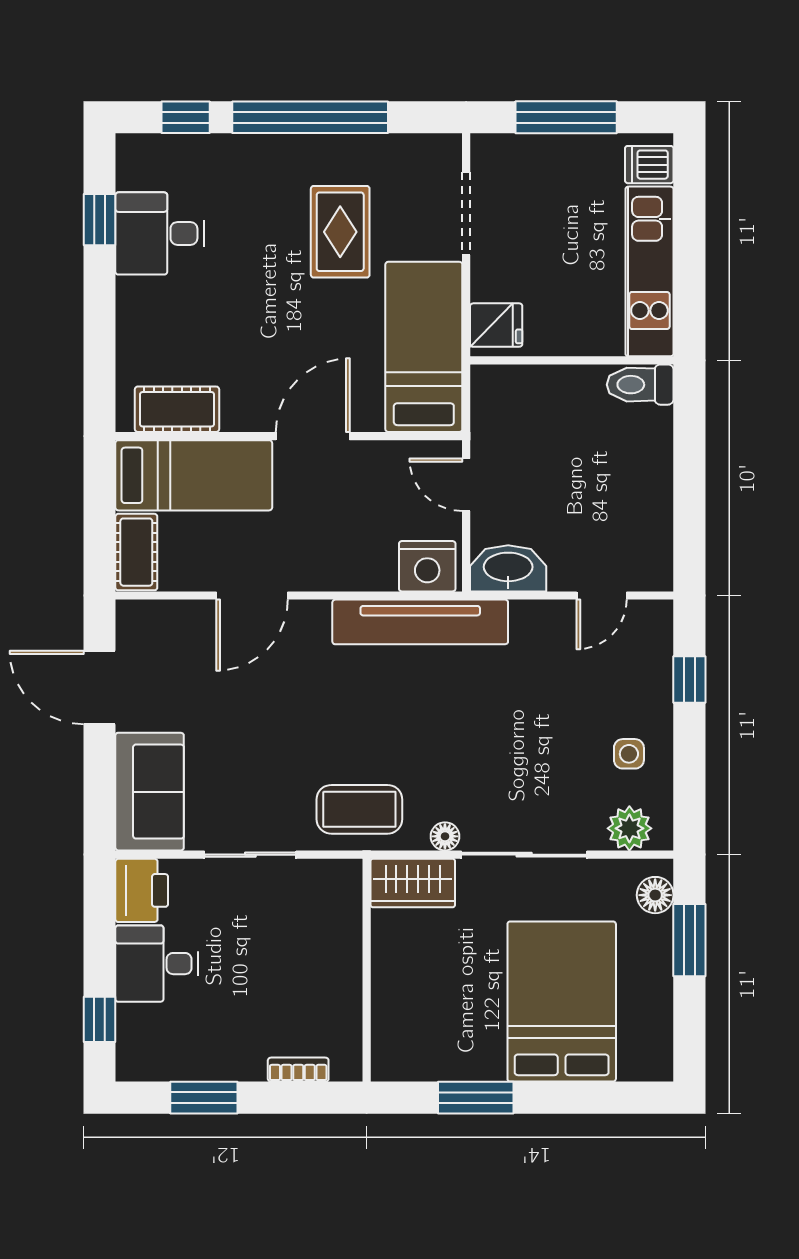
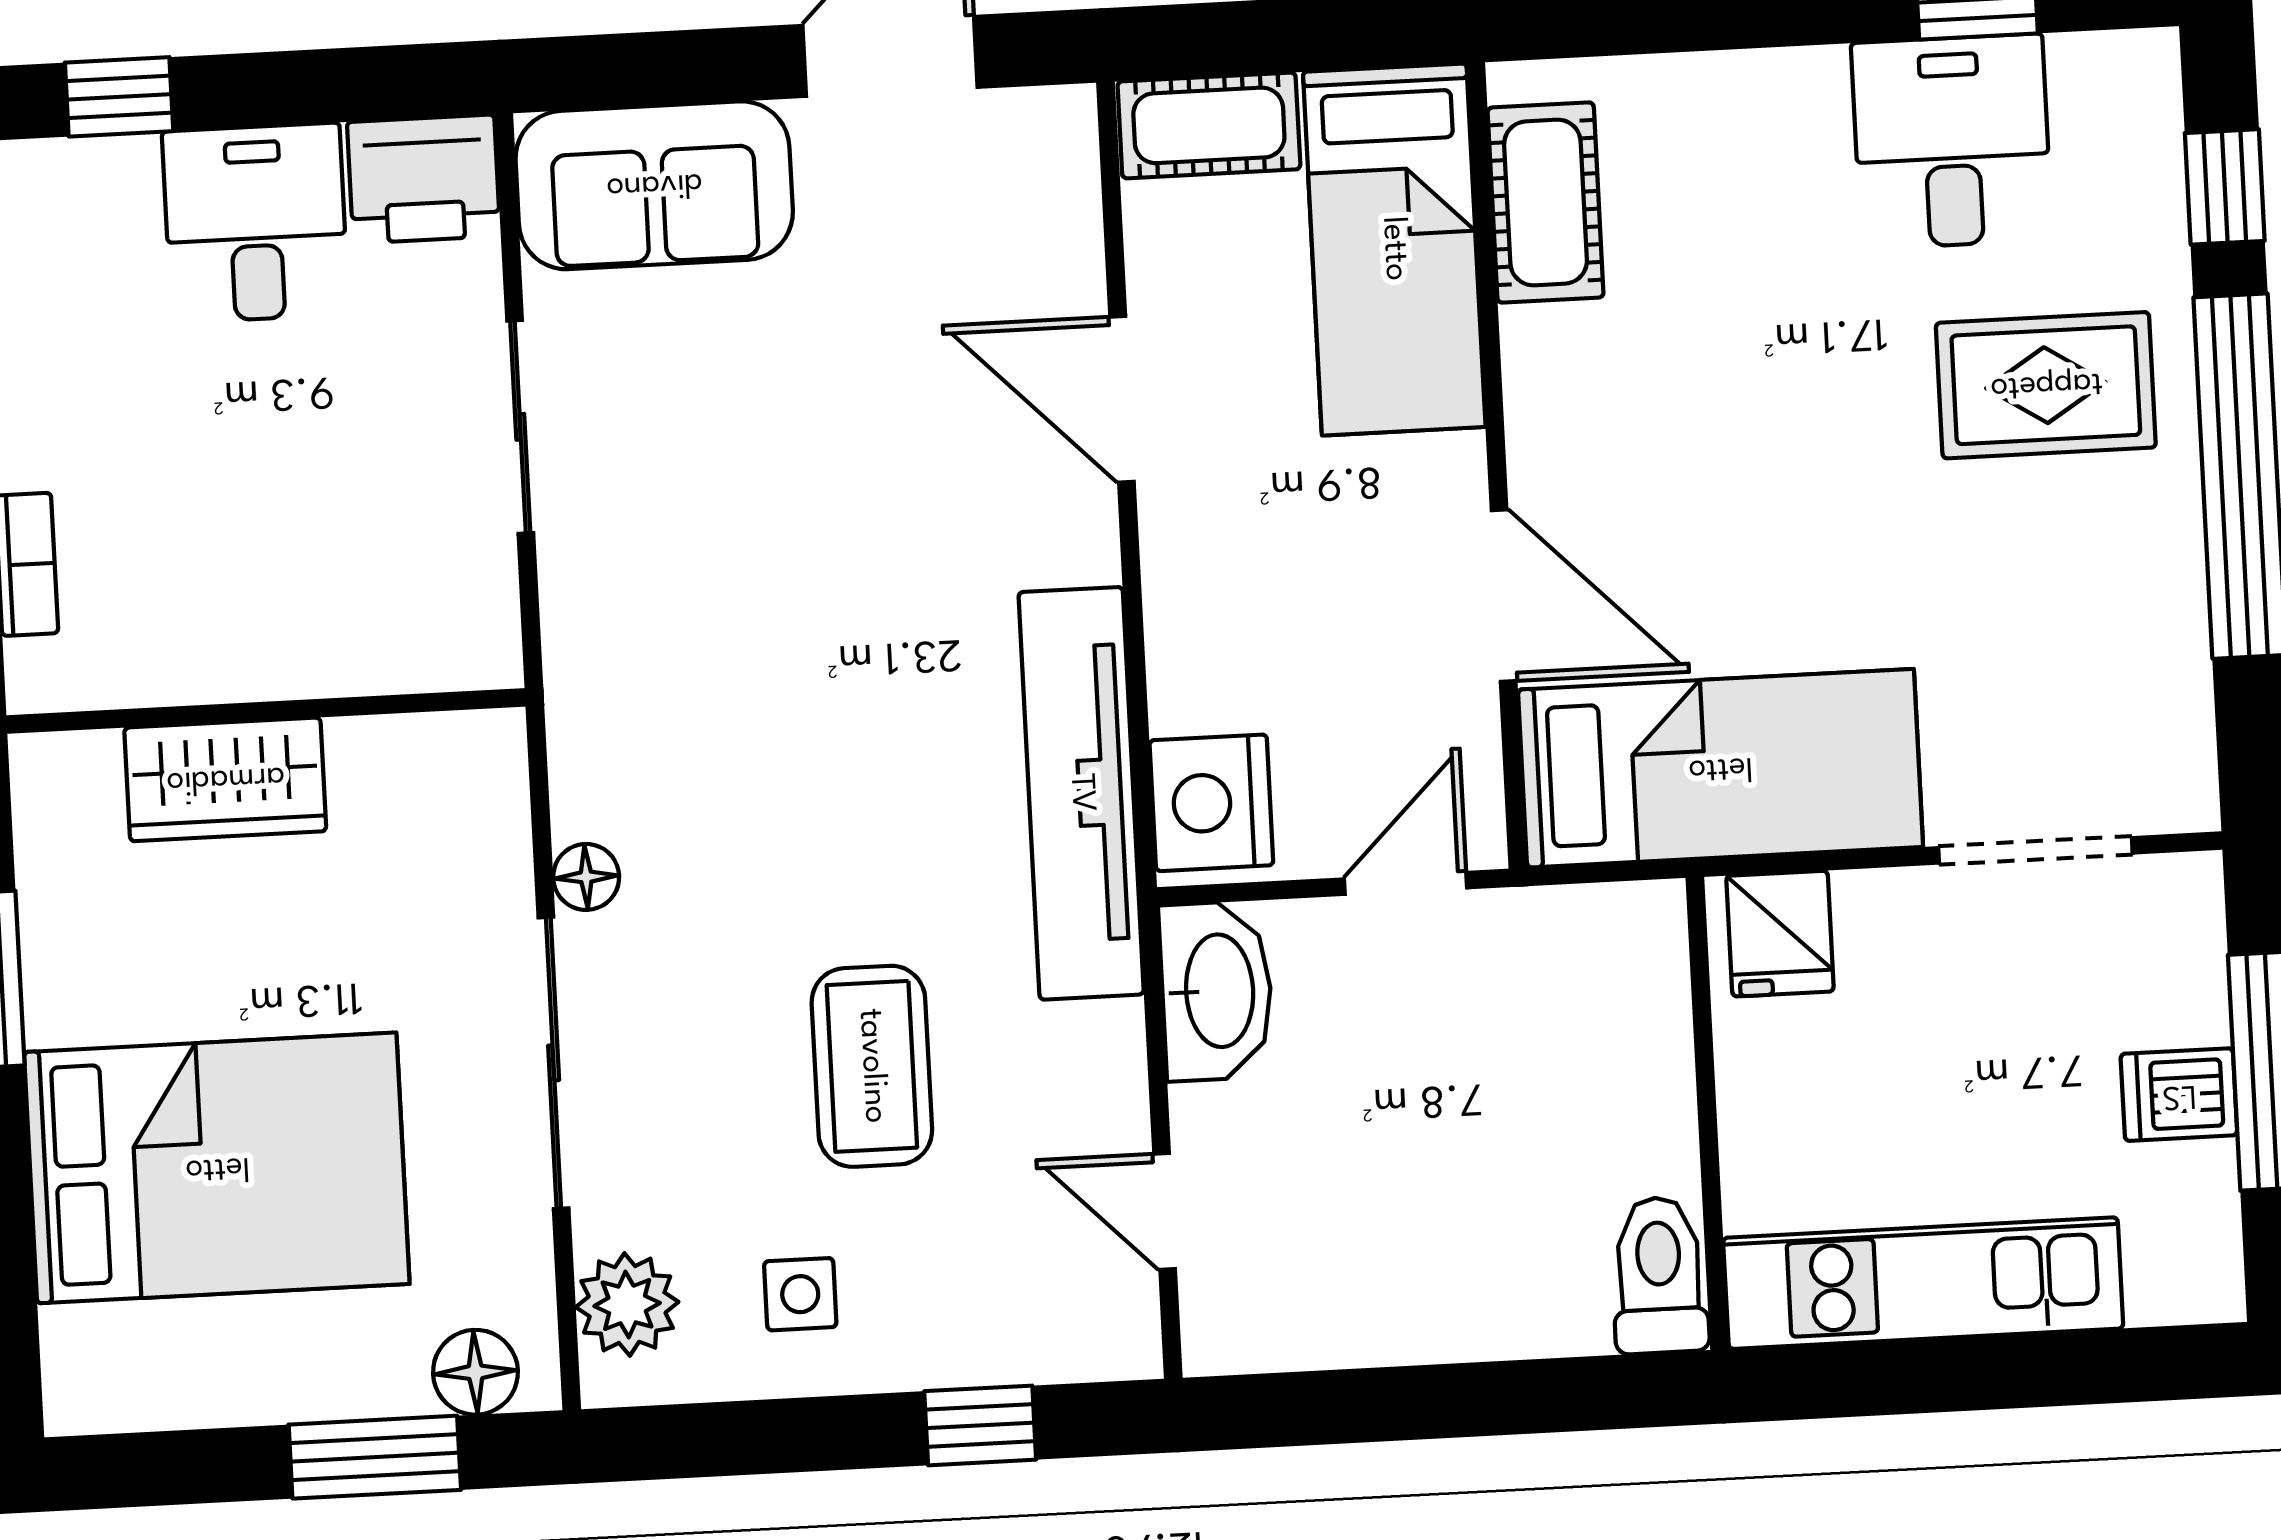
dishwasher: (649, 165) -> (2179, 1095), moved, turned -90
rug: (340, 232) -> (2046, 385), moved
door: (313, 436) -> (1504, 596), moved
coffee table: (359, 809) -> (872, 1066), moved
wardrobe: (413, 883) -> (225, 779), moved, turned -90

